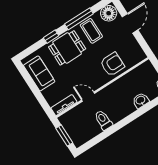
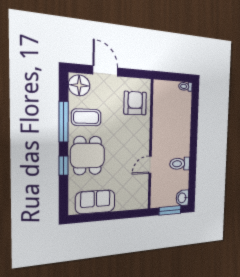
armchair: (112, 64) -> (135, 103), moved
washbasin: (141, 100) -> (182, 198), moved
tv unit: (64, 105) -> (143, 194), removed

